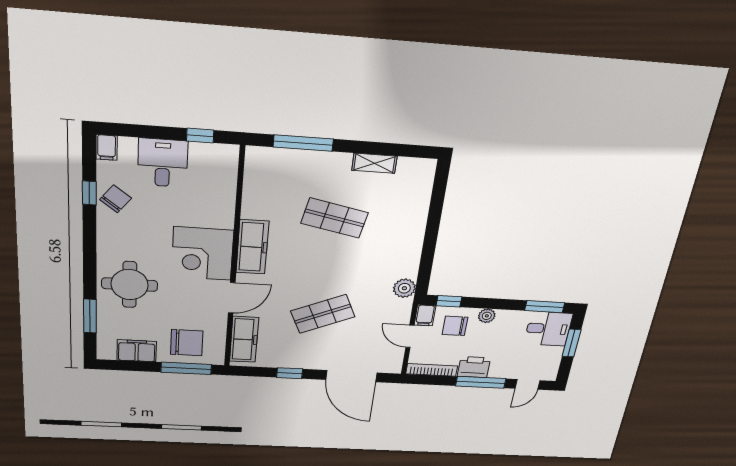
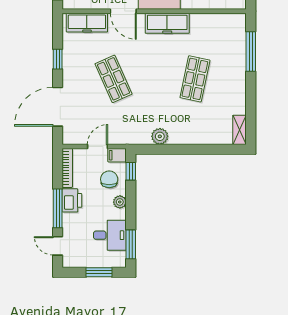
shelving: (374, 163) -> (240, 130), moved
plant: (404, 288) -> (160, 136), moved
desk: (548, 329) -> (110, 235), moved, turned -90

